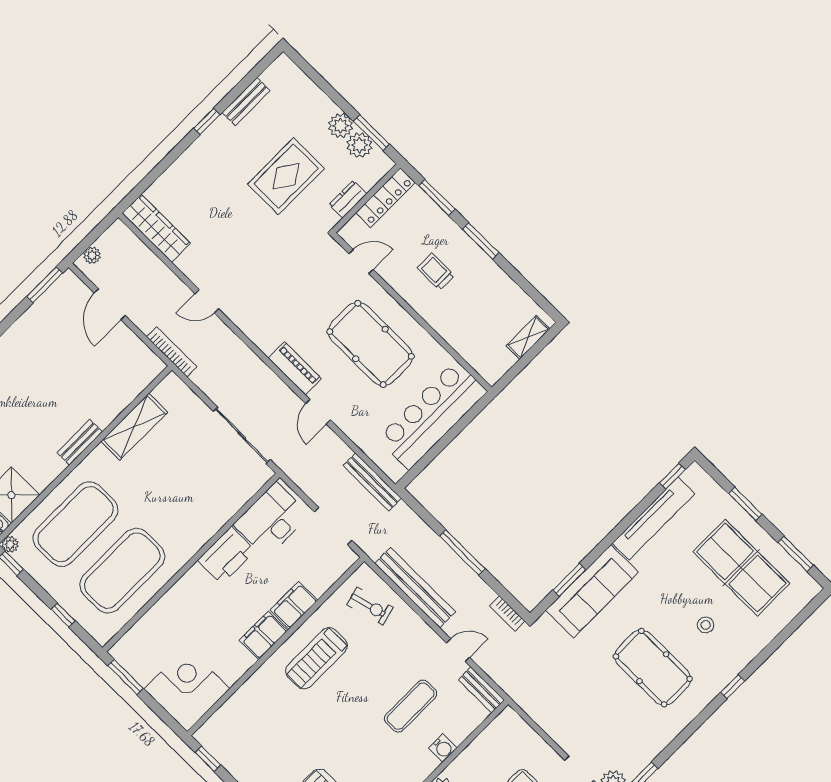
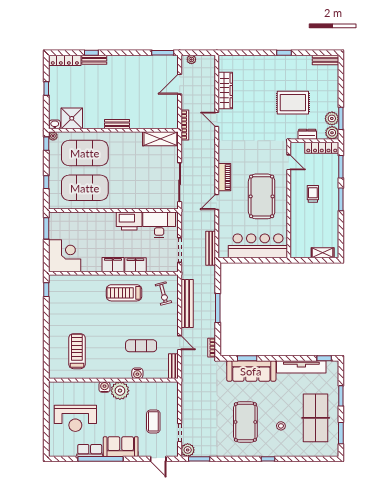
bench: (246, 102) -> (326, 60), moved
plant: (341, 126) -> (332, 133), moved
wardrobe: (156, 228) -> (225, 90), moved
shelving: (134, 427) -> (160, 139), moved

